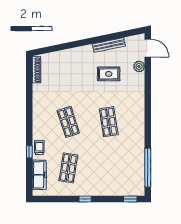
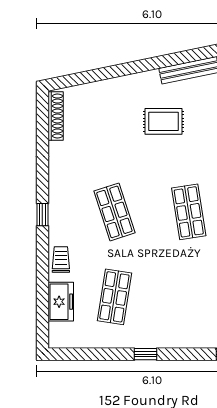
rug: (109, 74) -> (164, 121), moved
window: (29, 152) -> (42, 215), moved
freezer: (39, 175) -> (61, 302), width x0.71

